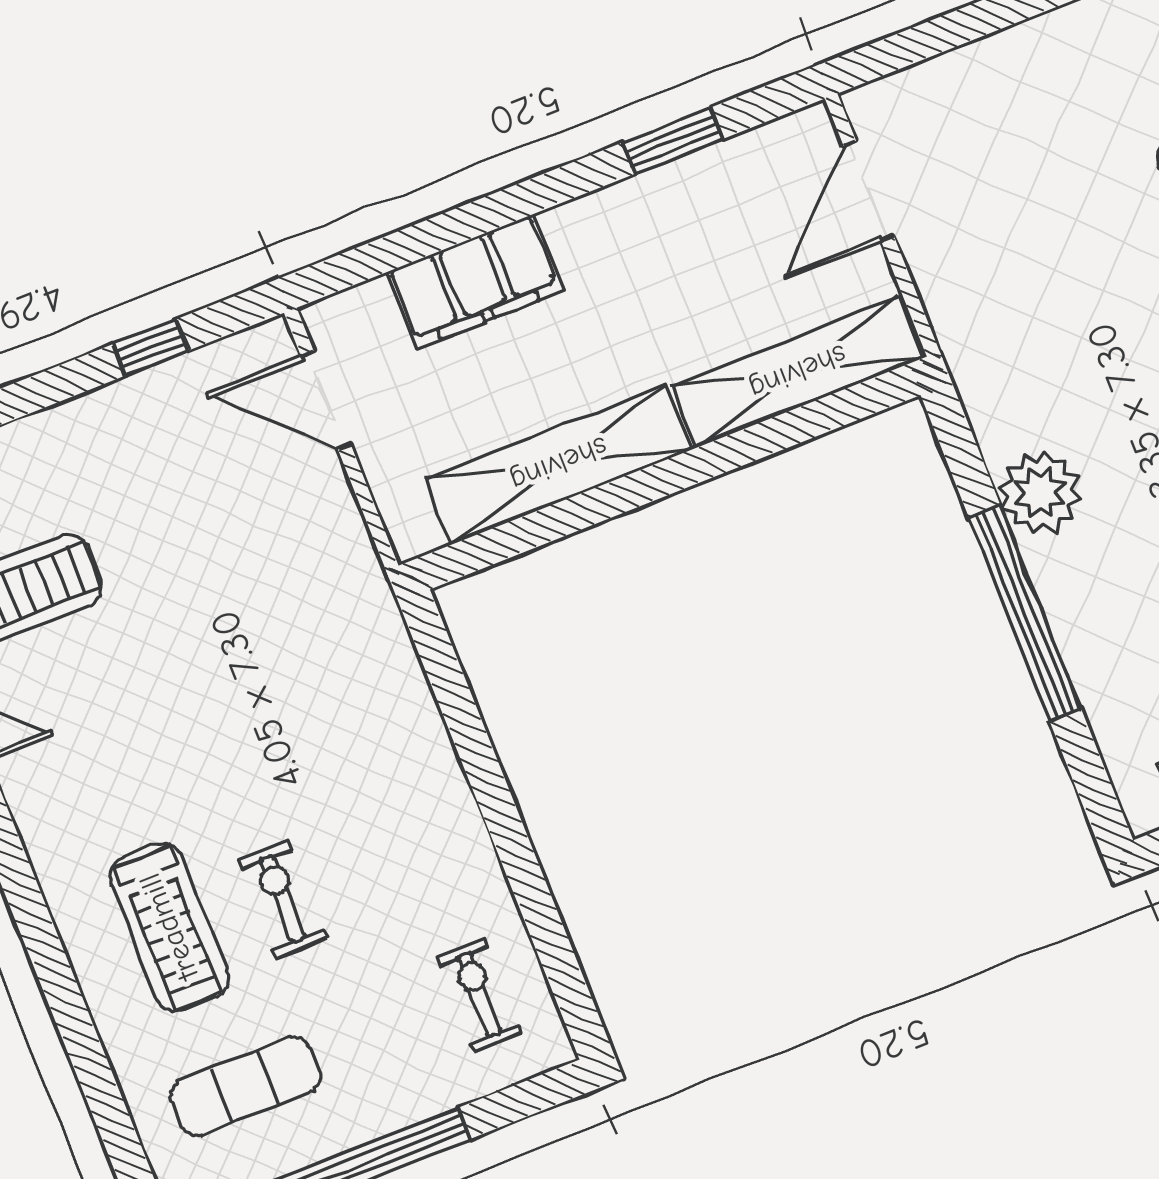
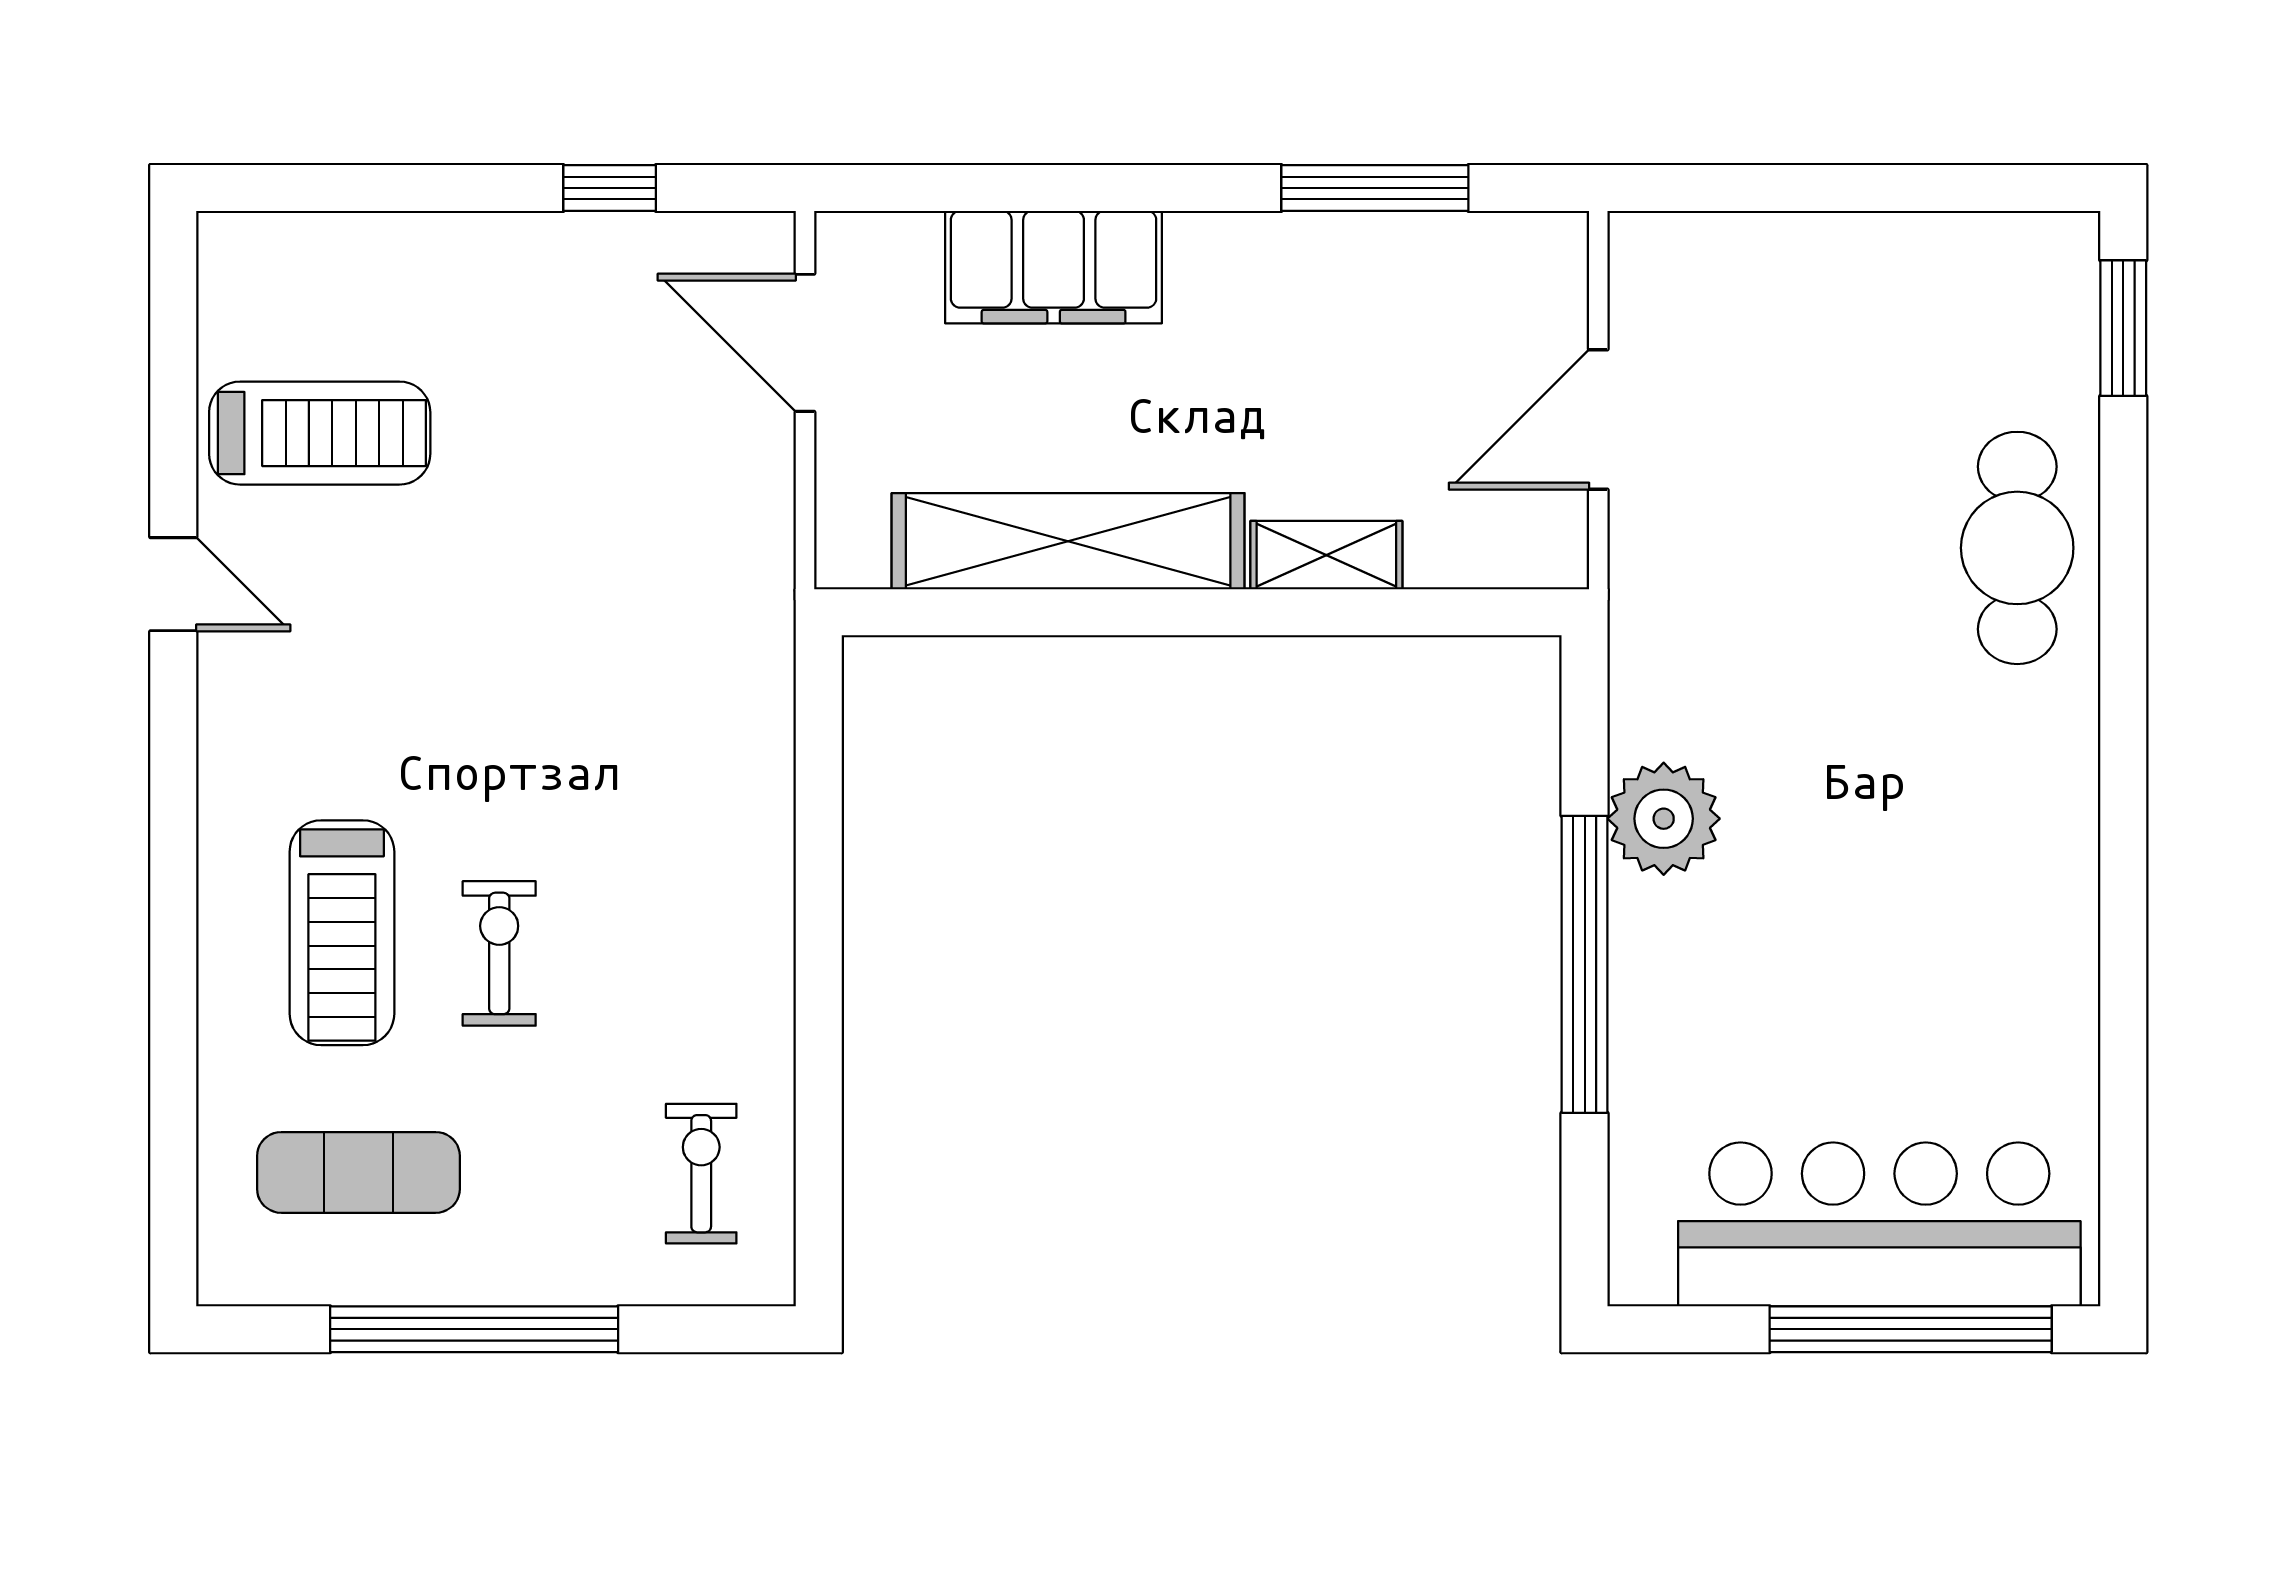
window: (673, 141) -> (1375, 188), width x1.44
door: (869, 191) -> (1598, 419), moved
shelving: (798, 372) -> (1326, 555), width x0.45, depth x0.75

